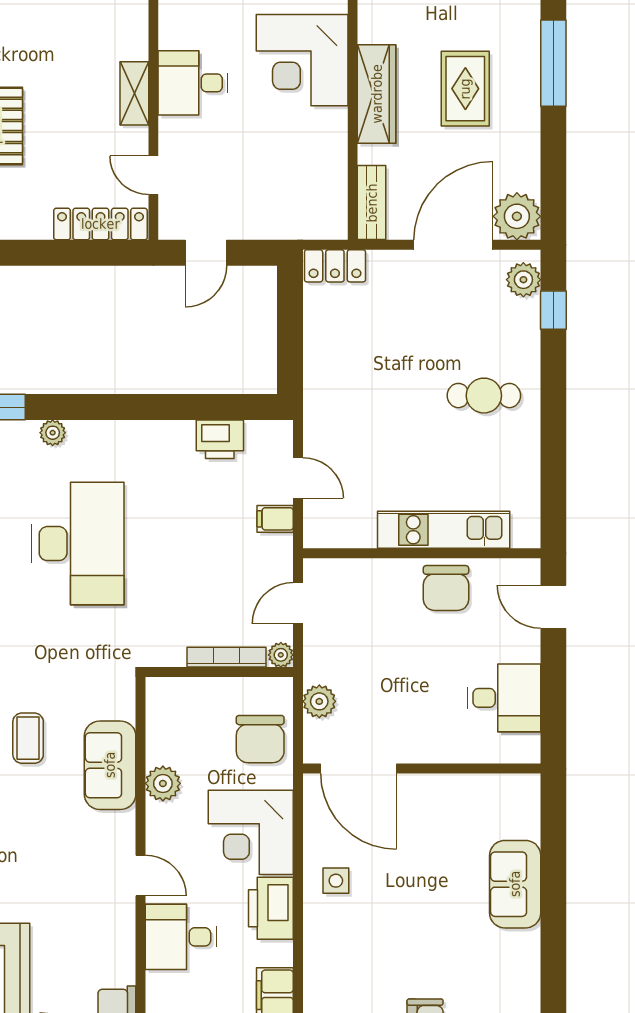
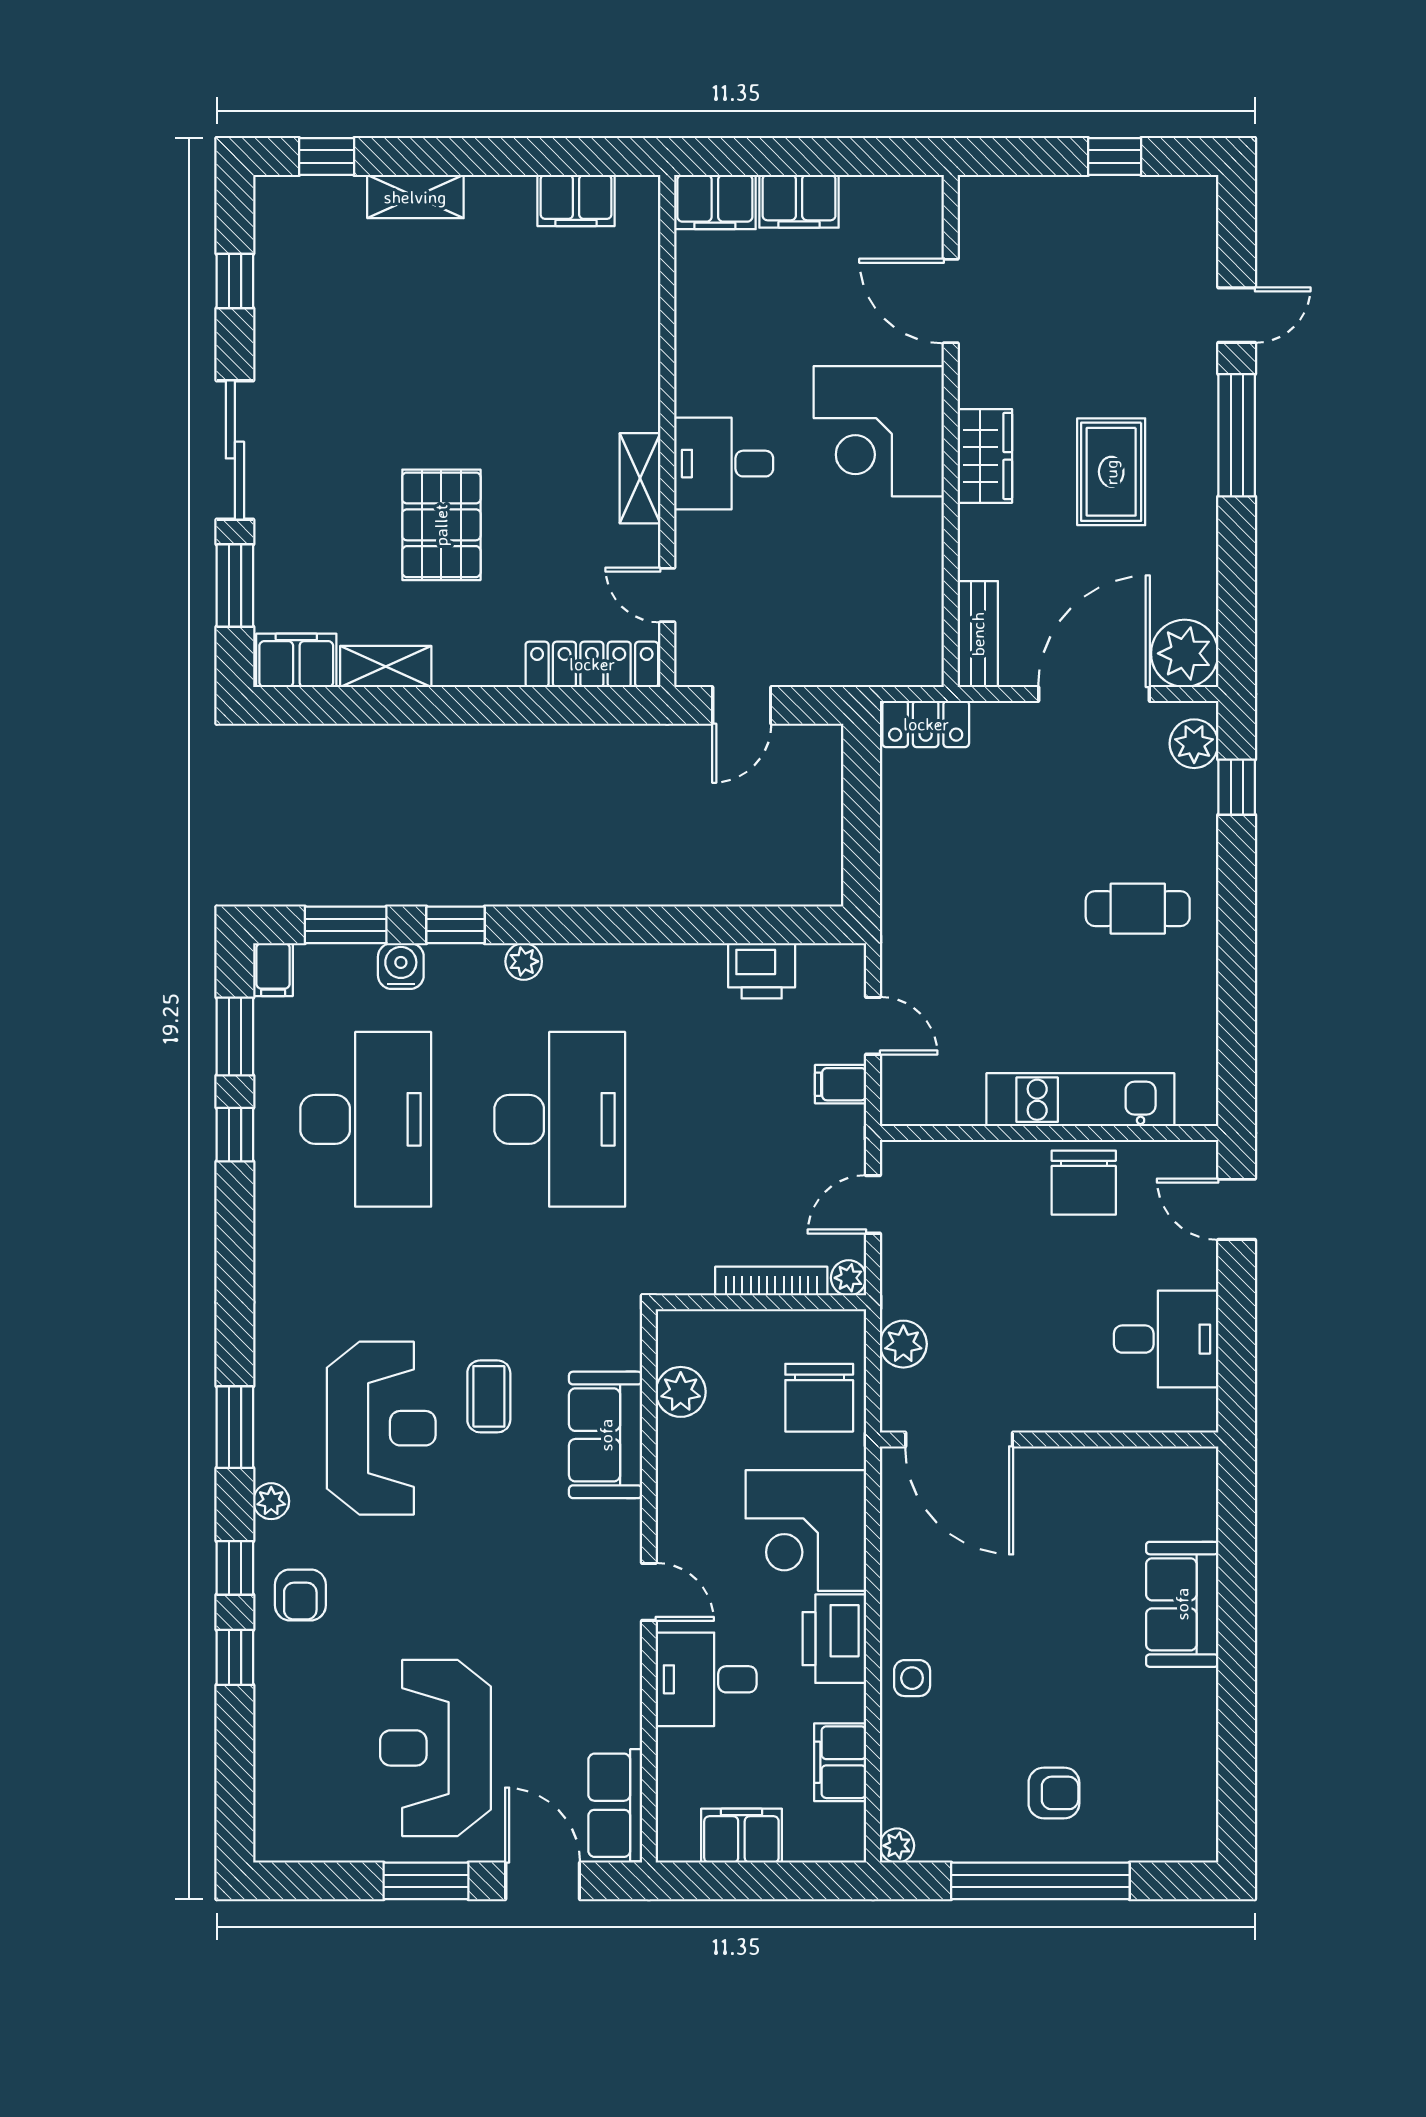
wardrobe: (377, 94) -> (985, 456), width x0.67
plant: (163, 783) -> (681, 1392), moved
side table: (336, 881) -> (912, 1678), moved

